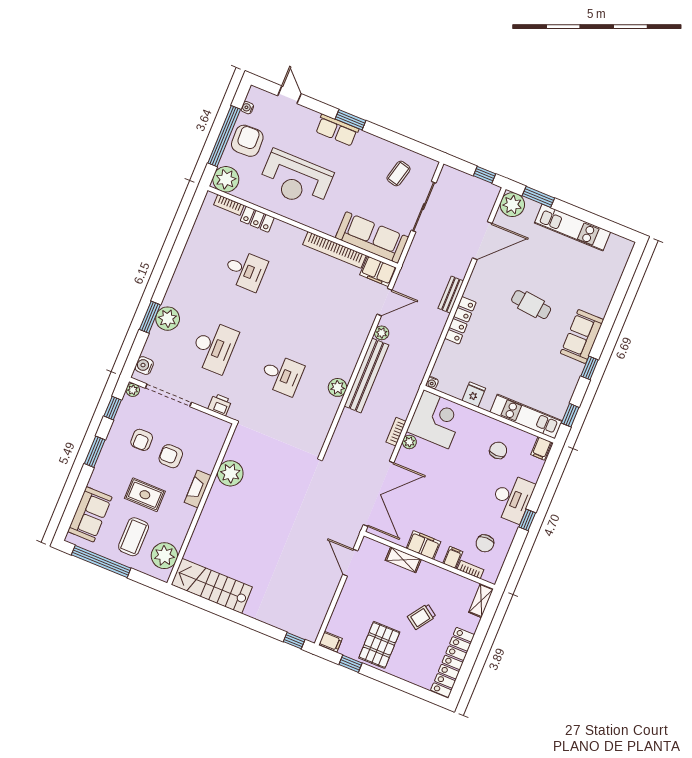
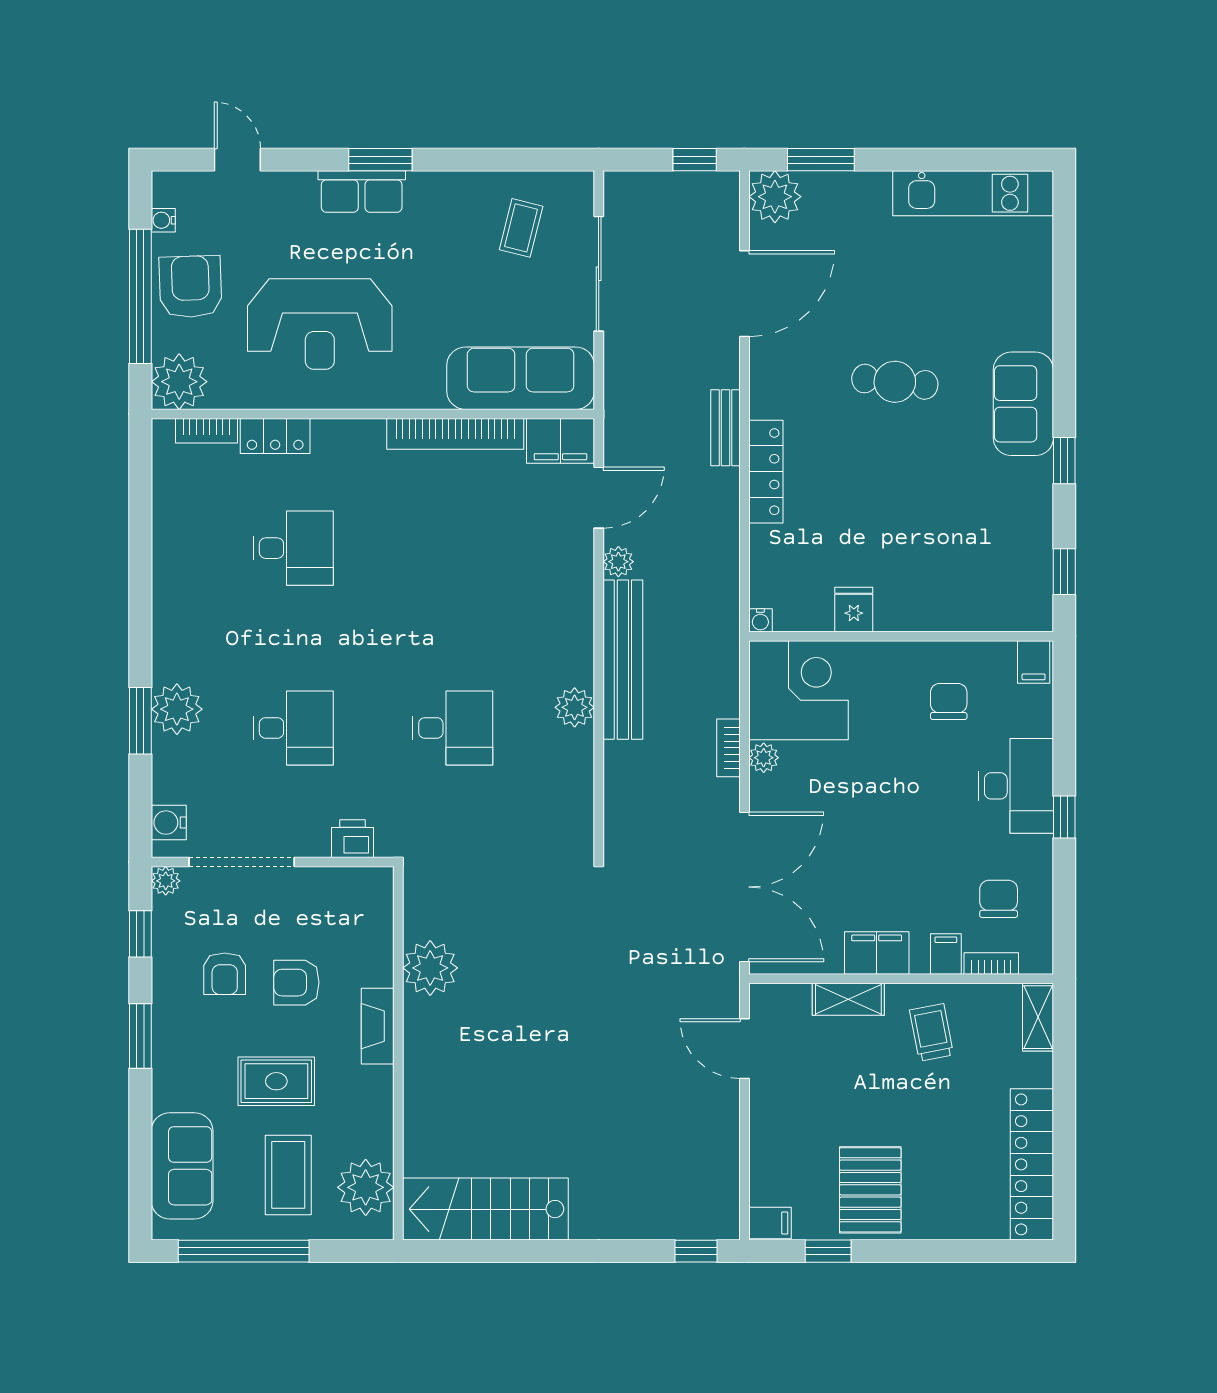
kitchen unit: (572, 228) -> (973, 193), moved
desk: (214, 347) -> (293, 728), width x0.73
kitchen unit: (526, 416) -> (977, 610), removed
chair: (485, 543) -> (999, 899), turned 180
trolley: (422, 617) -> (932, 1032), moved, turned 134

